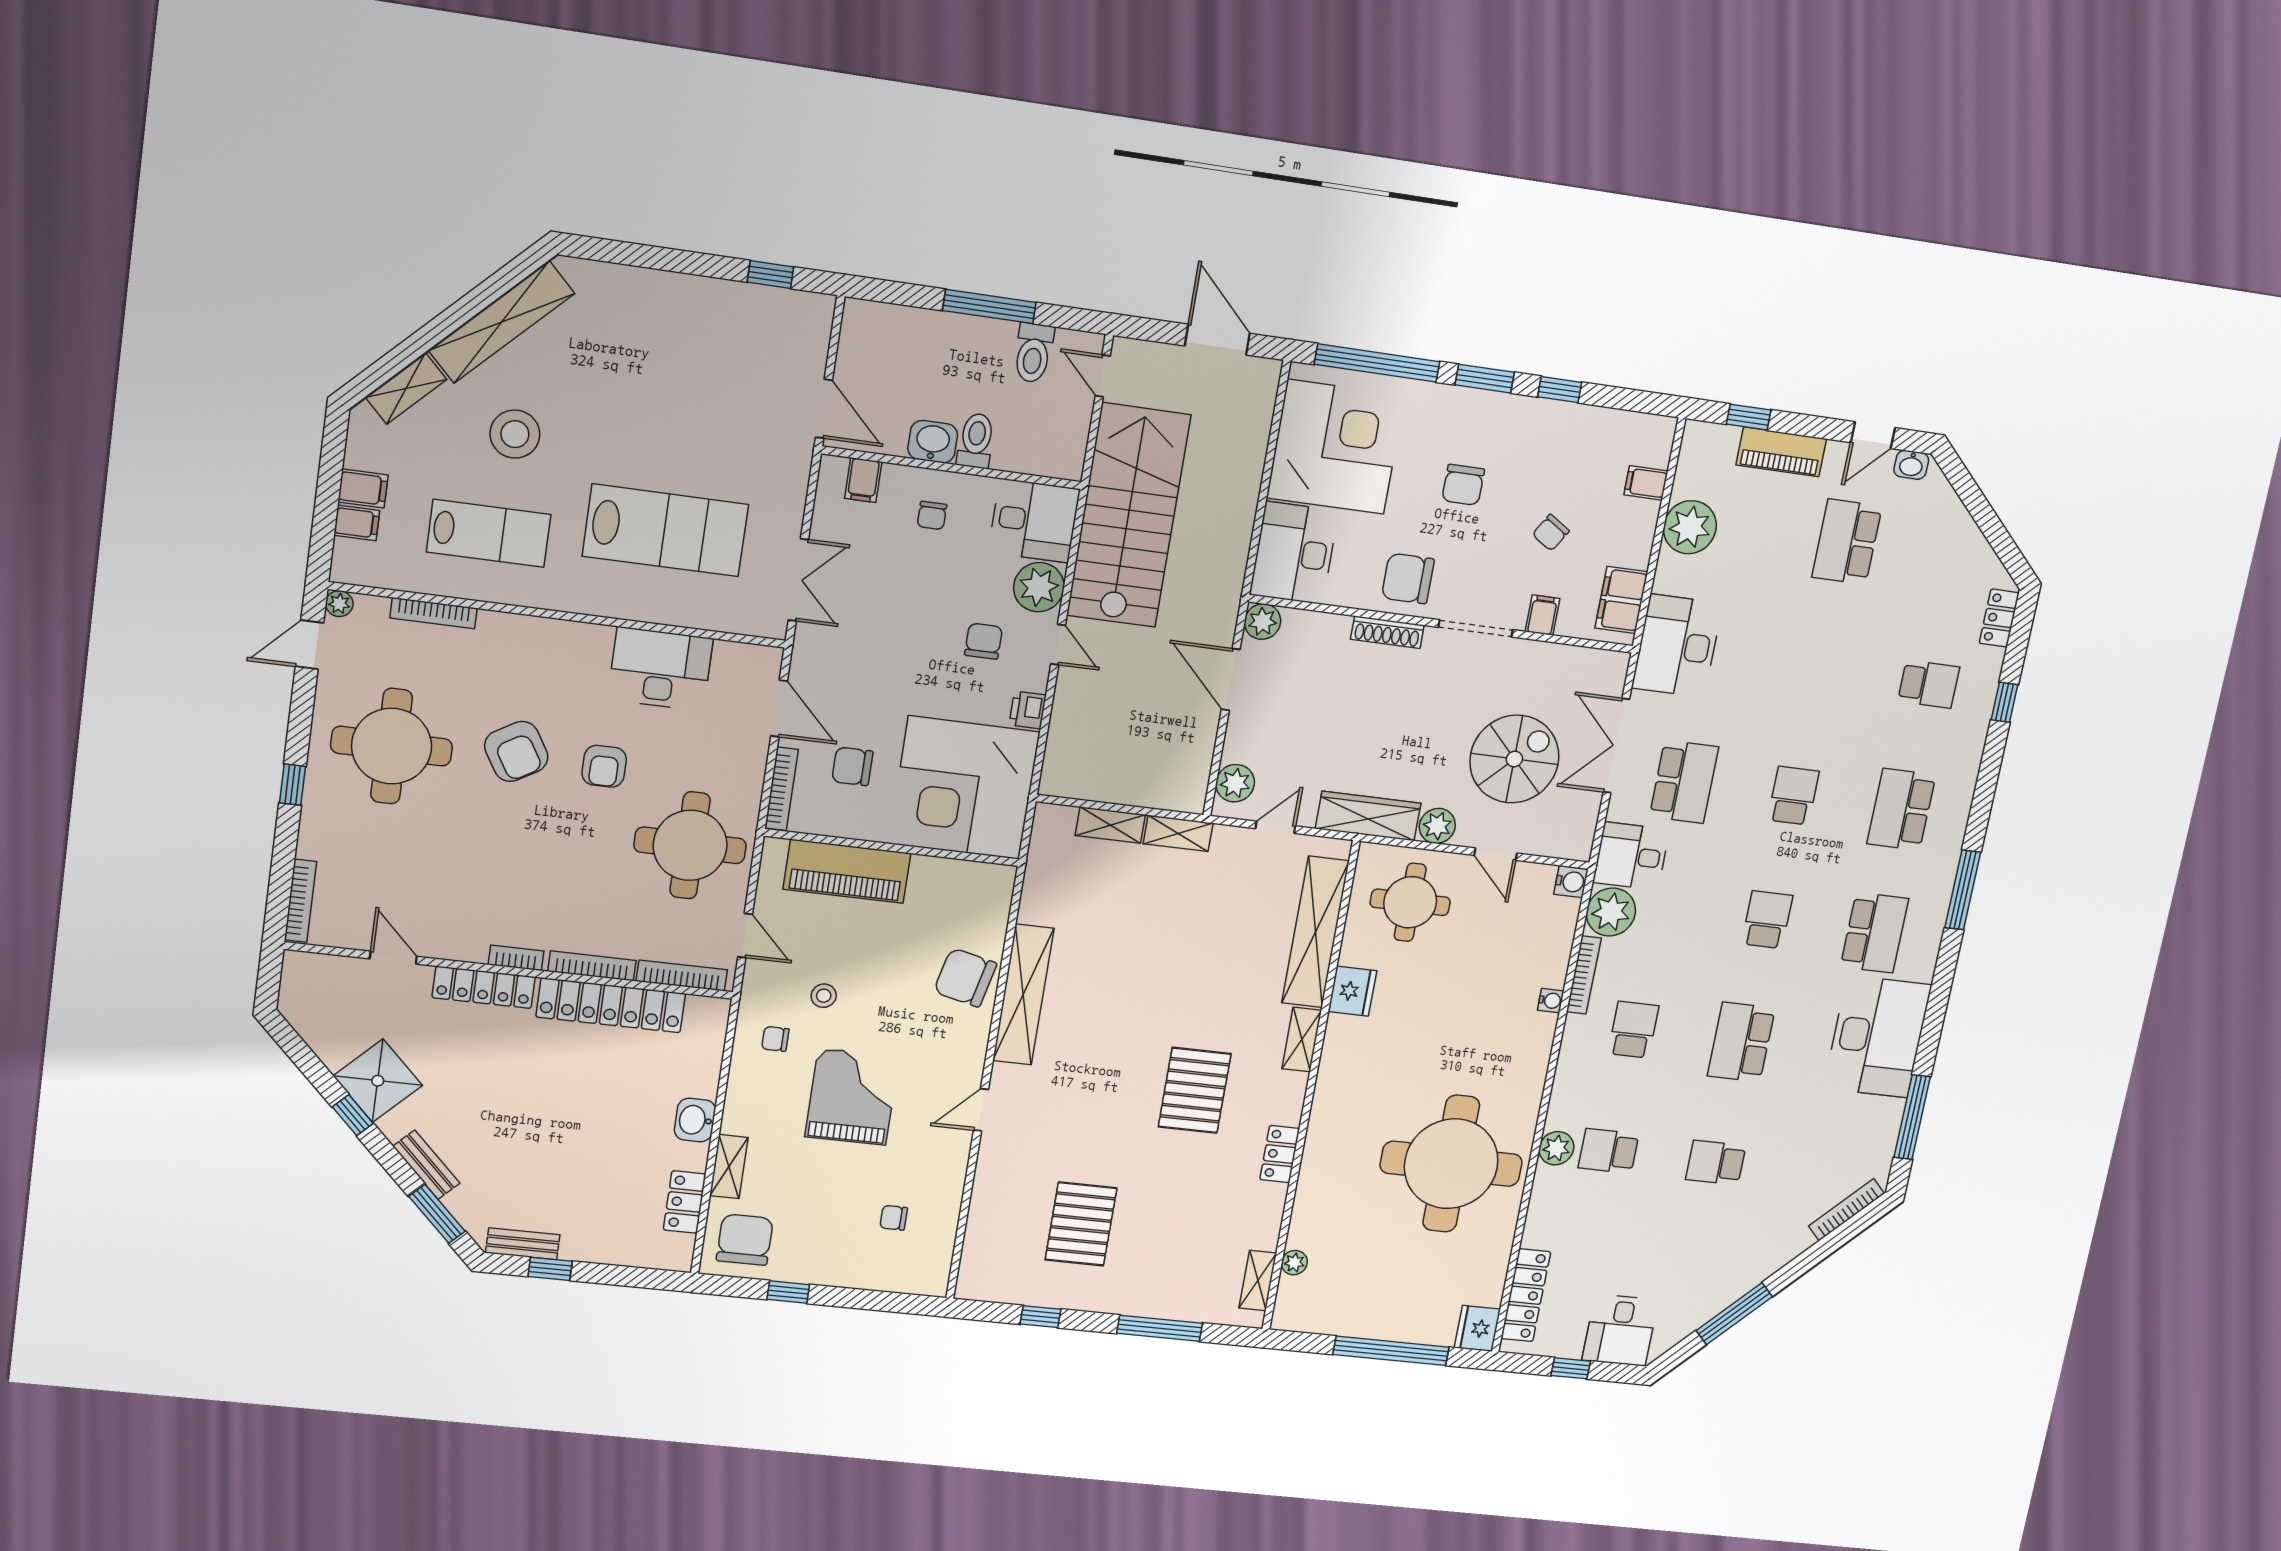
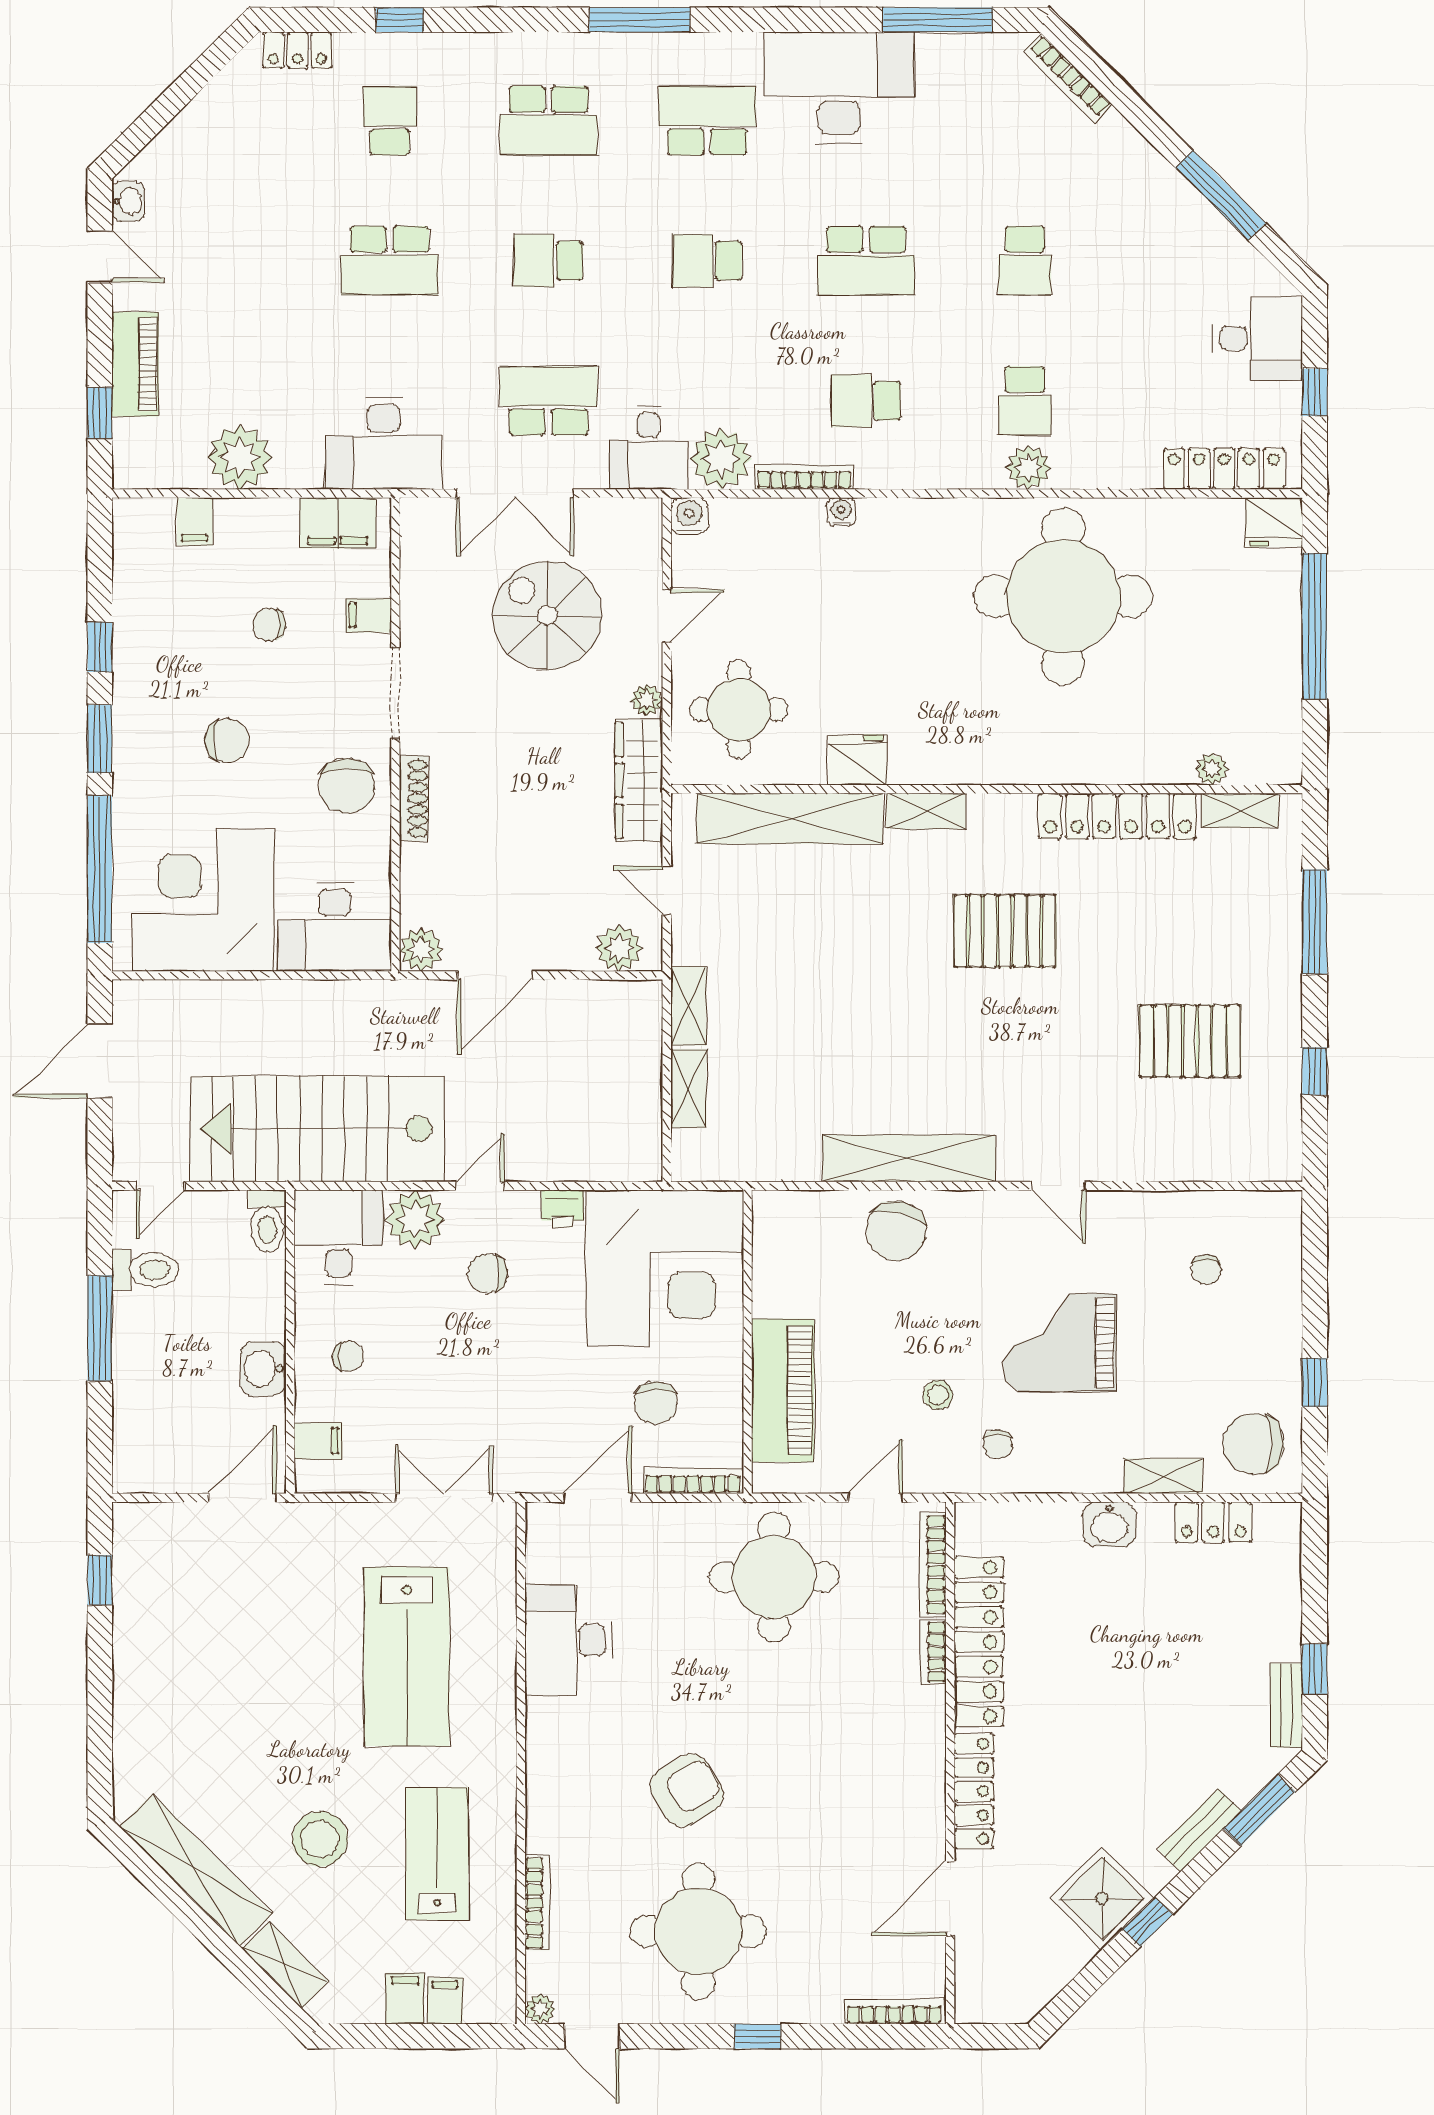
toilet: (976, 441) -> (267, 1221), moved, turned -90
lab bench: (665, 530) -> (407, 1656), turned 180
chair: (1551, 533) -> (269, 625), turned 148
school desk: (1847, 542) -> (390, 261), moved
armchair: (604, 766) -> (692, 1688), removed
plant: (1437, 826) -> (647, 700), width x0.73, depth x0.73
door: (393, 958) -> (950, 1899), width x1.38
bookcase: (516, 958) -> (934, 1759), removed
bookcase: (592, 966) -> (933, 1652), width x0.64
locker: (1280, 1154) -> (1118, 816), width x2.16, depth x1.21

